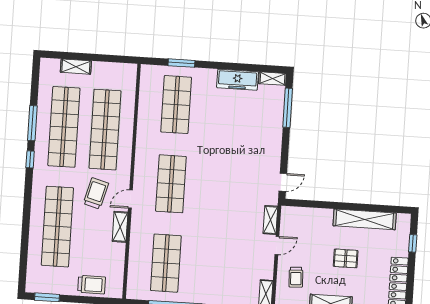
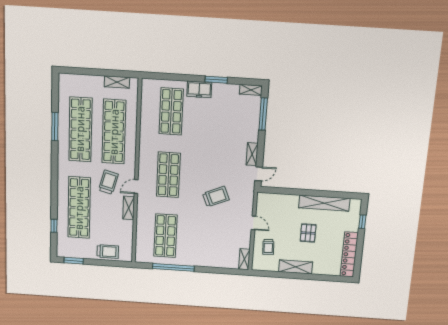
window: (181, 63) -> (216, 80), moved
shelving: (76, 67) -> (117, 82), moved
freezer: (238, 80) -> (199, 89), moved, width x0.71
window: (30, 159) -> (54, 226), moved
trolley: (230, 212) -> (216, 197), added
shelving: (270, 220) -> (252, 154), moved
door: (277, 246) -> (253, 223), hinge flipped
pallet: (346, 258) -> (308, 233), turned 90

